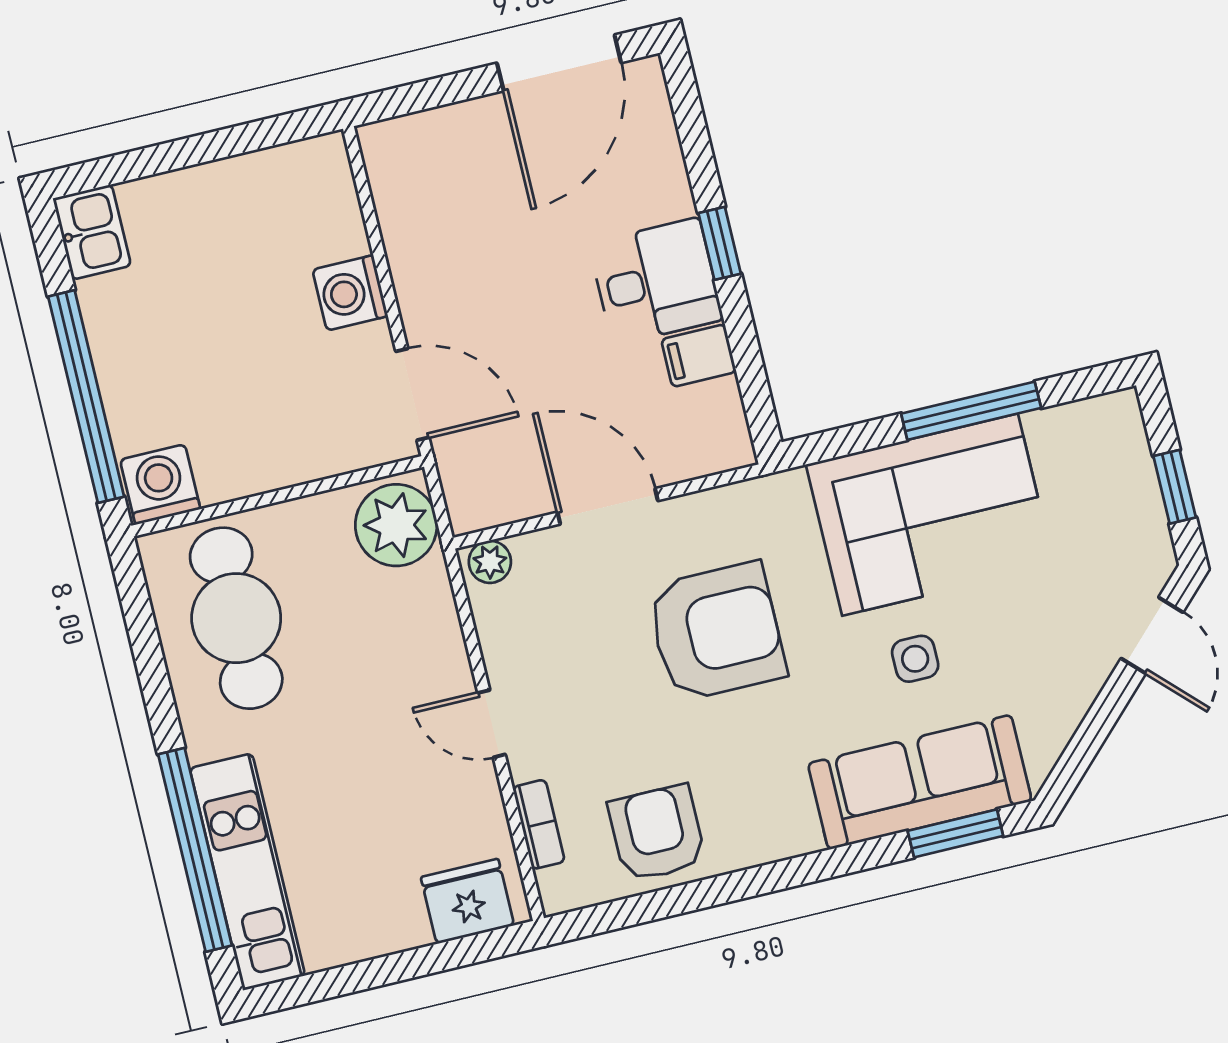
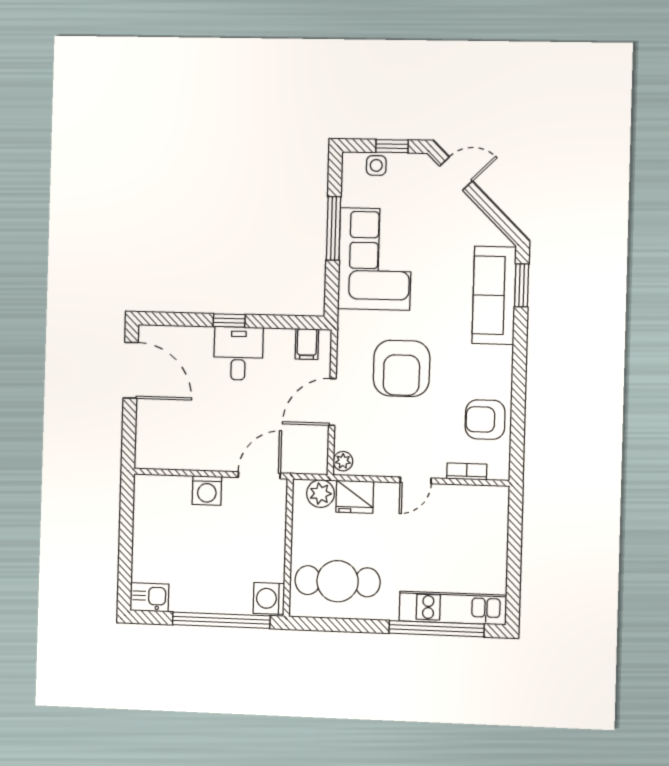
filing cabinet: (699, 356) -> (307, 344), moved
plant: (396, 525) -> (320, 494), width x0.73, depth x0.73
armchair: (716, 632) -> (402, 368), turned 180
side table: (915, 659) -> (376, 165), moved
fridge: (467, 901) -> (355, 497), moved, turned -90

